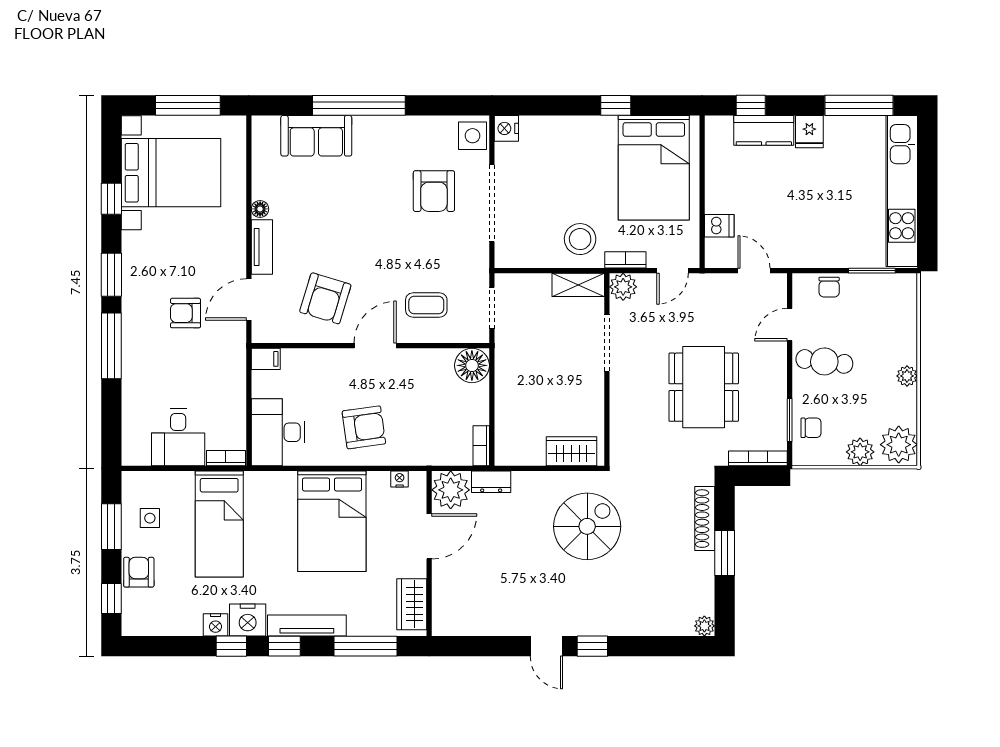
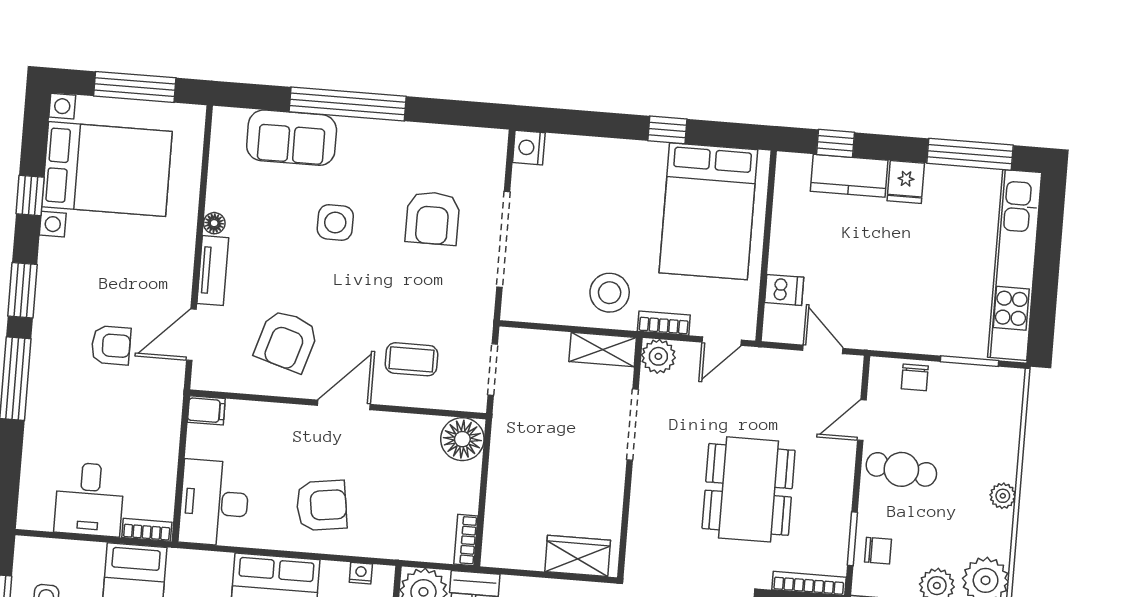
side table: (473, 136) -> (335, 222), moved
armchair: (186, 313) -> (111, 345), turned 180

